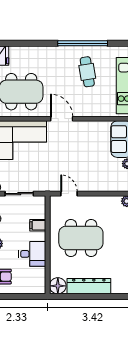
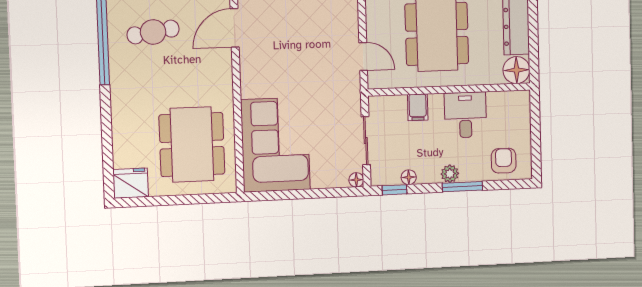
door: (62, 119) -> (235, 28), moved
door: (69, 194) -> (363, 56), swing flipped

